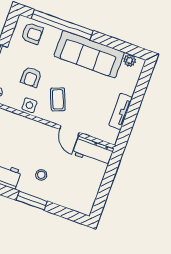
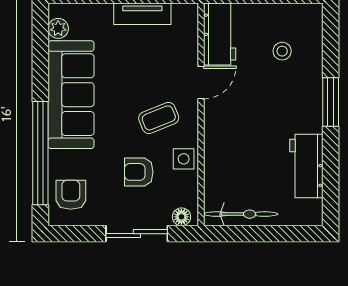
armchair: (31, 77) -> (139, 172), turned 180
stool: (41, 175) -> (282, 51), moved

